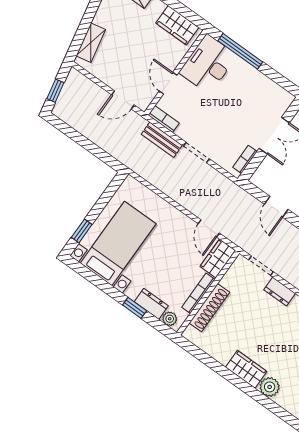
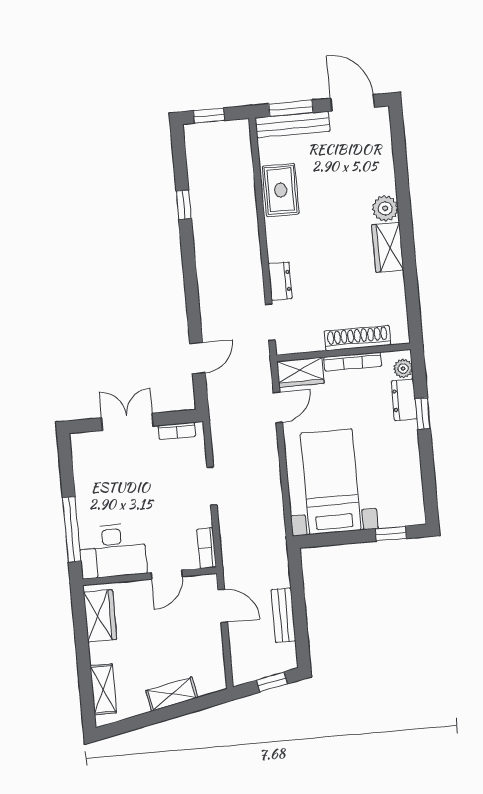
shelving: (91, 43) -> (172, 694), moved
bench: (162, 140) -> (283, 615), moved
bed with nightstands: (118, 243) -> (331, 482), moved, turned 90

